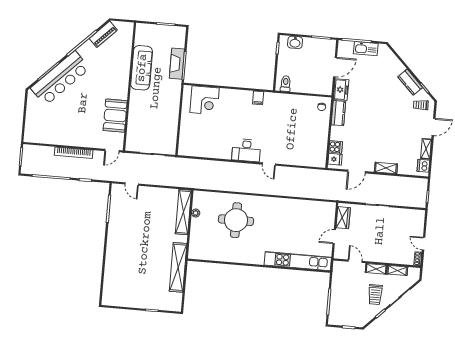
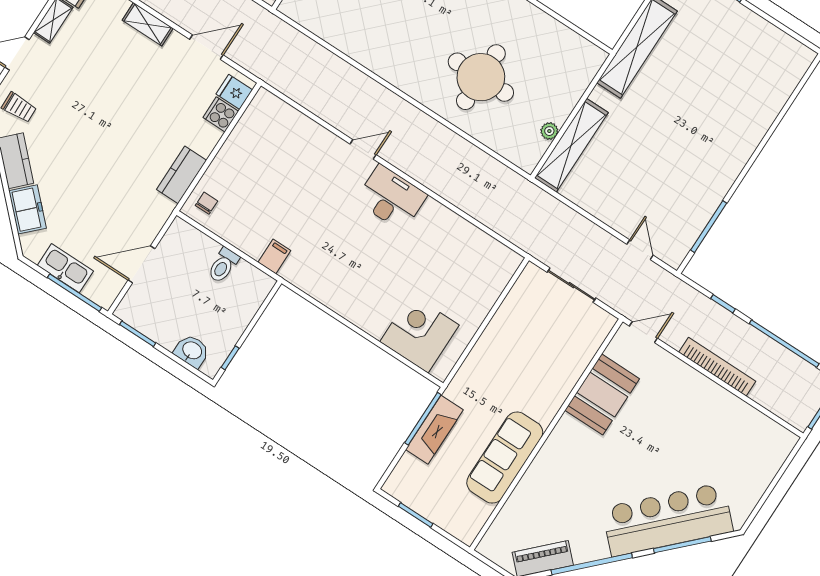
toilet: (286, 84) -> (223, 265), moved
freezer: (341, 90) -> (28, 209), moved, turned 135
filing cabinet: (258, 98) -> (274, 256), moved
door: (269, 164) -> (363, 149), hinge flipped

